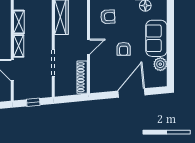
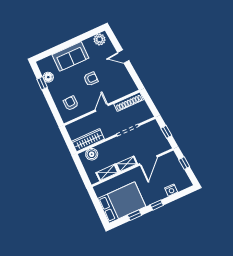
boiler: (45, 14) -> (92, 154), added
door: (88, 47) -> (102, 108), hinge flipped
plant: (160, 64) -> (100, 39), moved
door: (132, 93) -> (123, 56), width x0.53

